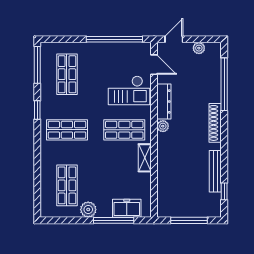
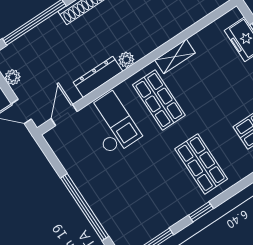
window: (114, 39) -> (85, 207), moved
shop shelf: (67, 74) -> (139, 205), removed

